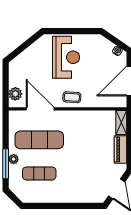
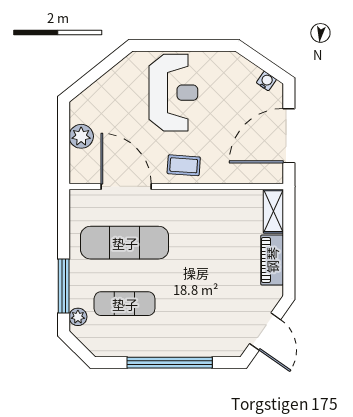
plant: (15, 94) -> (81, 136), moved
plant: (14, 159) -> (78, 317), moved
window: (64, 206) -> (170, 363), added

